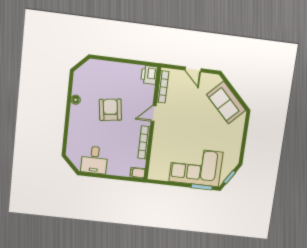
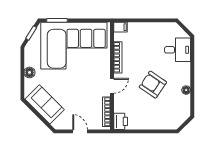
armchair: (110, 110) -> (153, 85), turned 132
floor lamp: (237, 137) -> (30, 72), added
desk: (94, 160) -> (178, 50), moved, turned 90
corner sofa: (196, 167) -> (74, 46), width x1.36, depth x1.36

